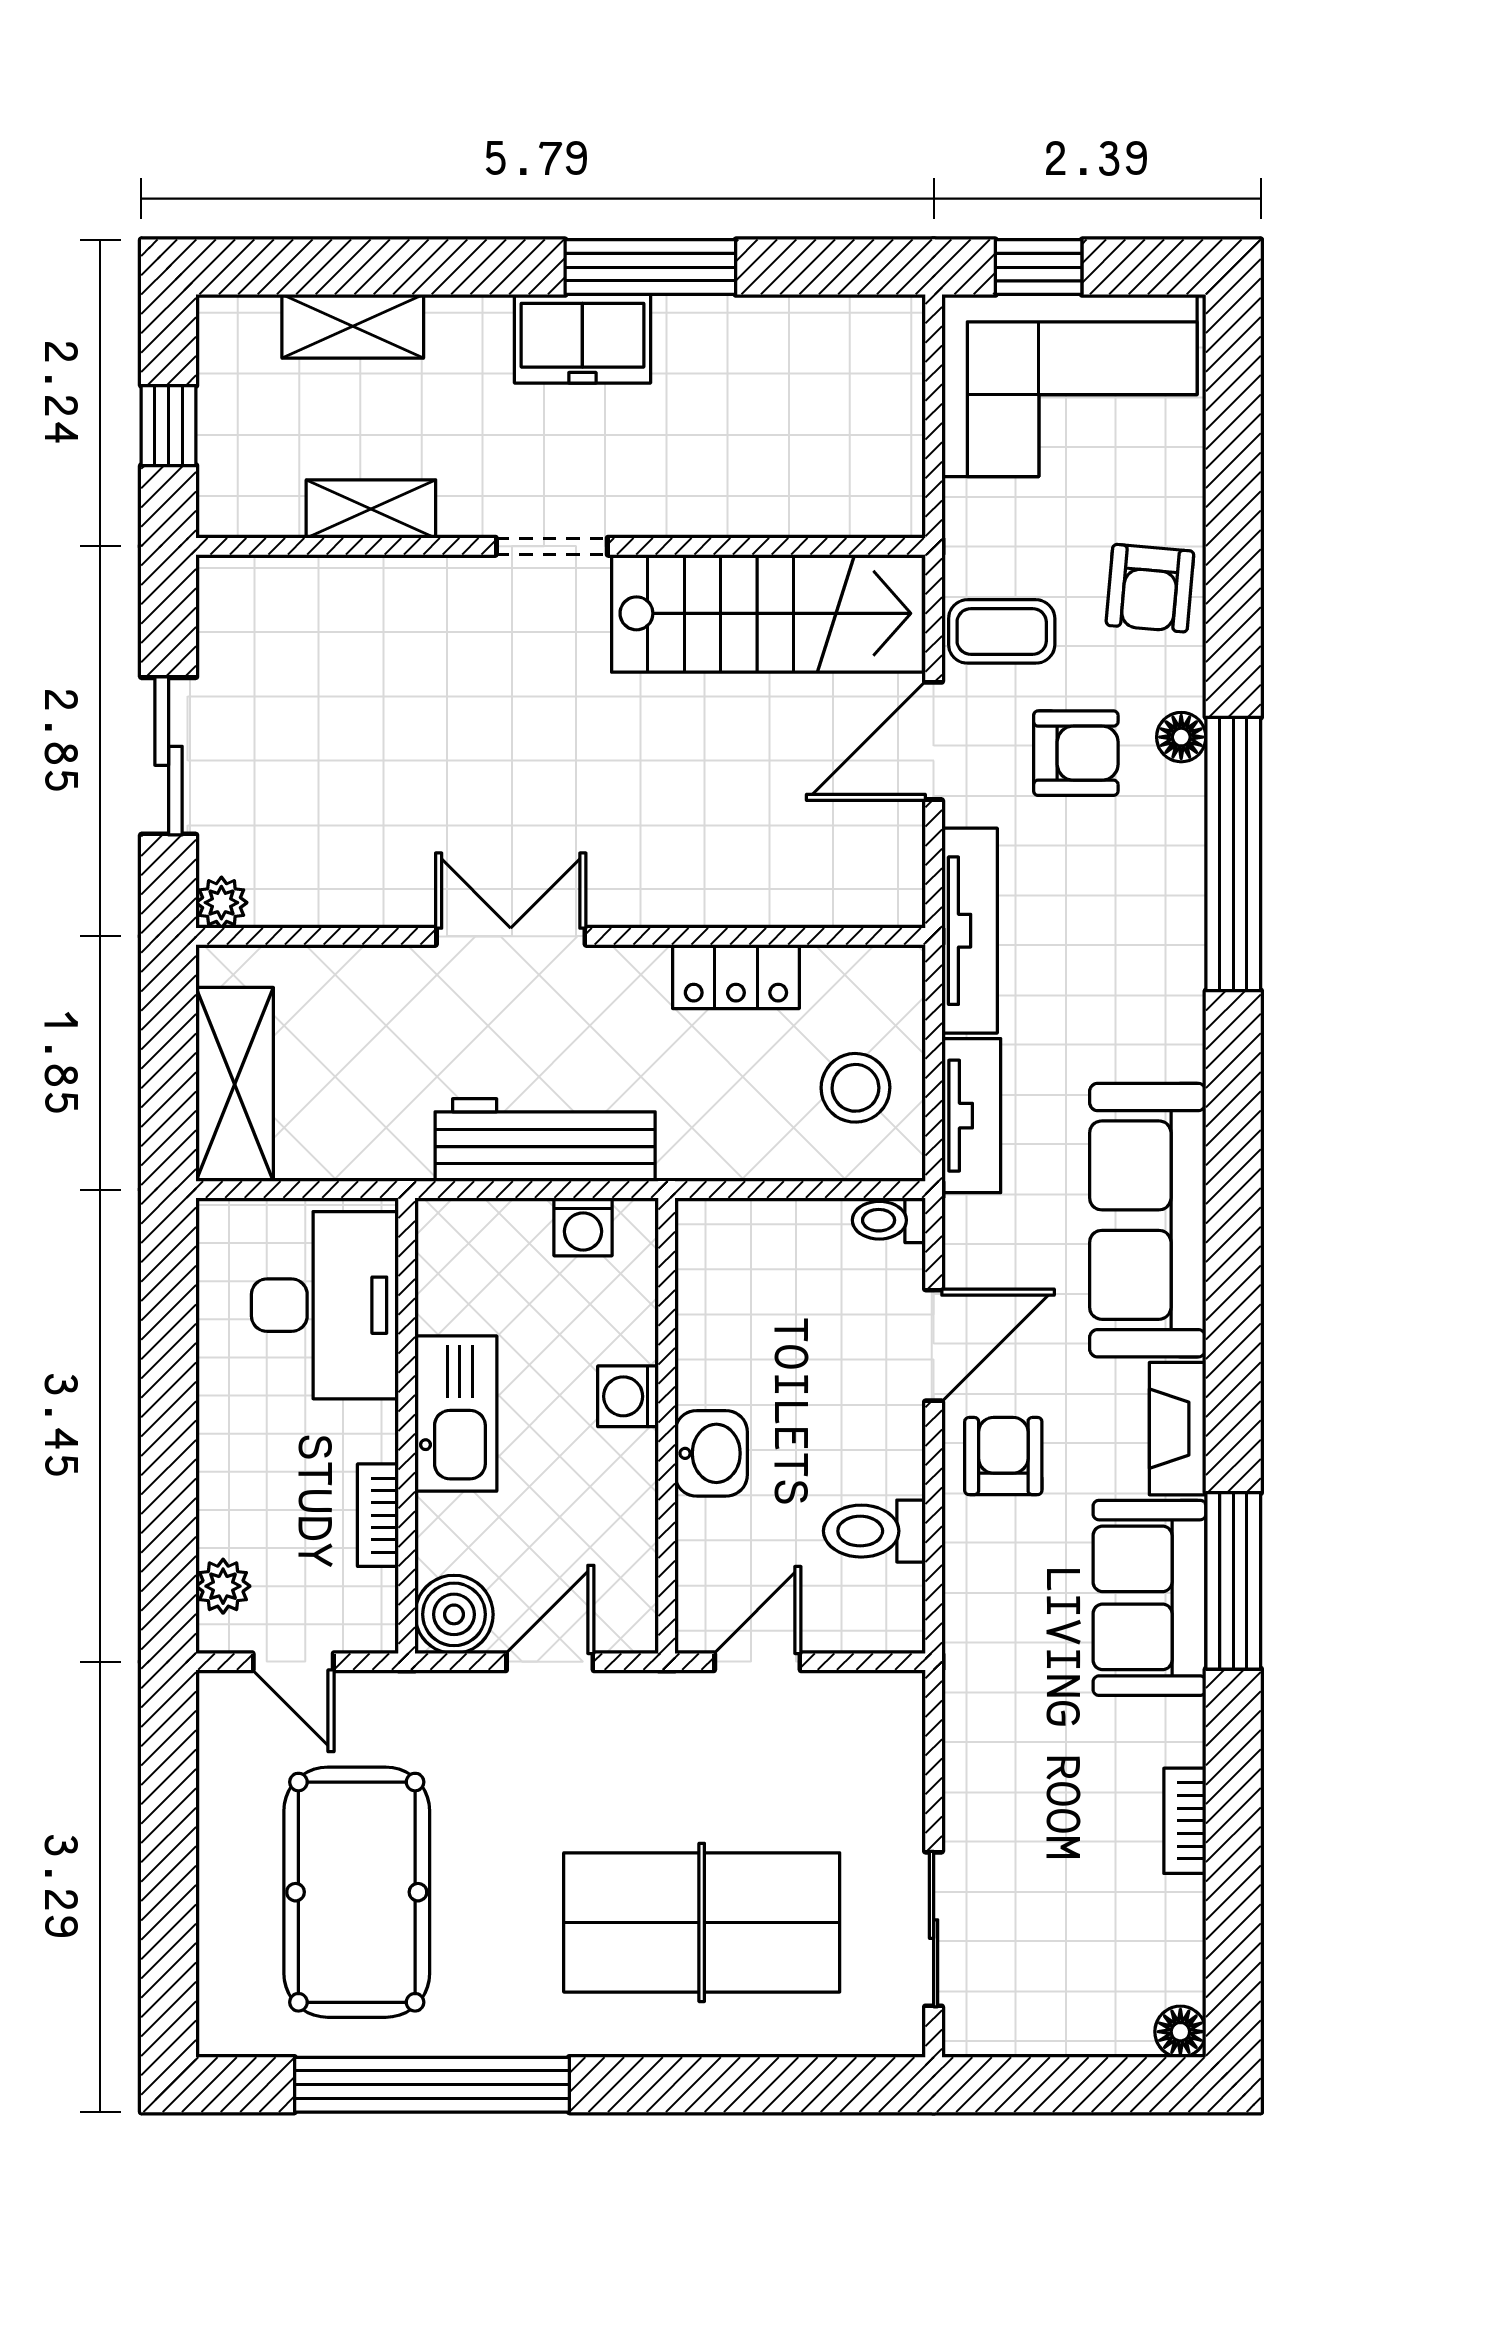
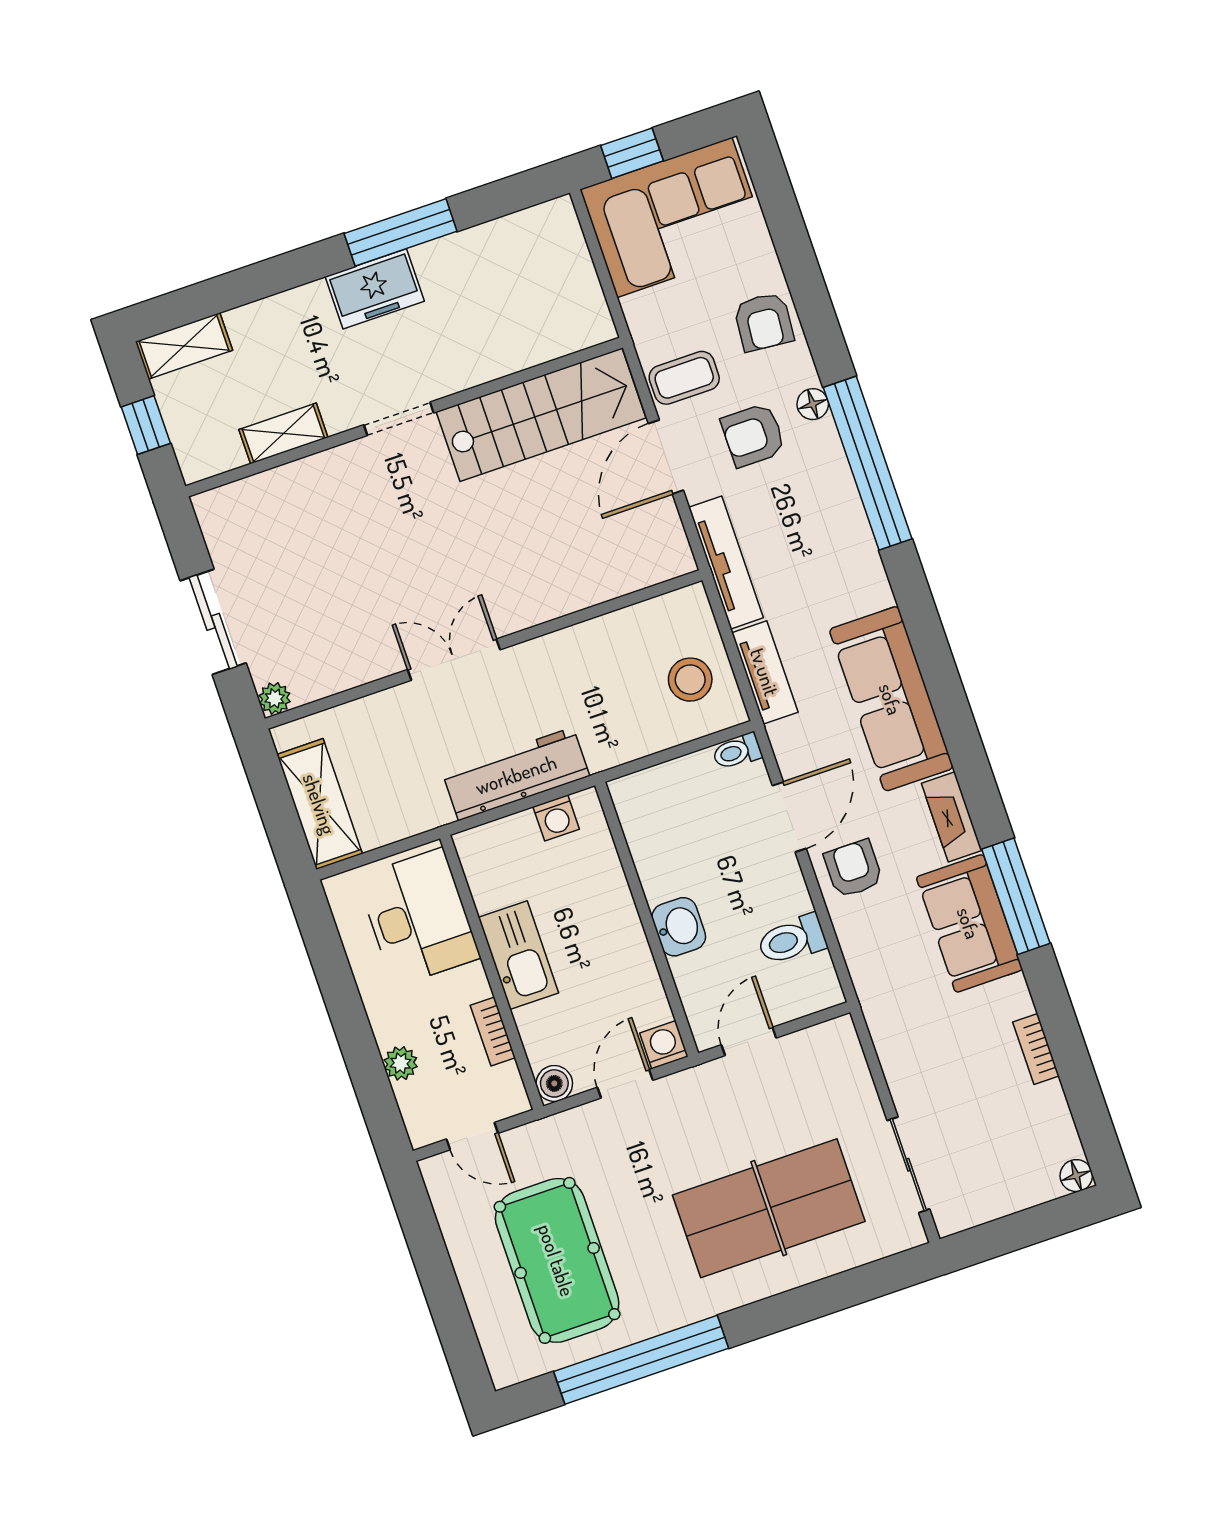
shelving: (353, 326) -> (184, 346), moved
armchair: (1076, 753) -> (753, 435), turned 180
locker: (736, 977) -> (596, 638), removed
washing machine: (628, 1396) -> (664, 1045), moved, turned 90
plant: (223, 1586) -> (401, 1063), moved
boiler: (454, 1614) -> (554, 1083), width x0.73, depth x0.73

